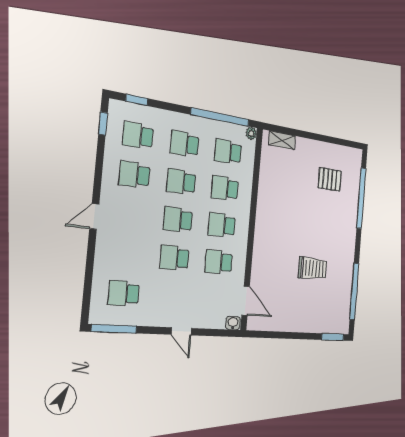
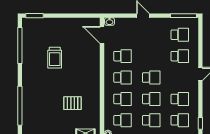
pallet: (330, 179) -> (73, 103), moved
school desk: (175, 258) -> (180, 56), moved
trolley: (313, 268) -> (55, 58), turned -90

